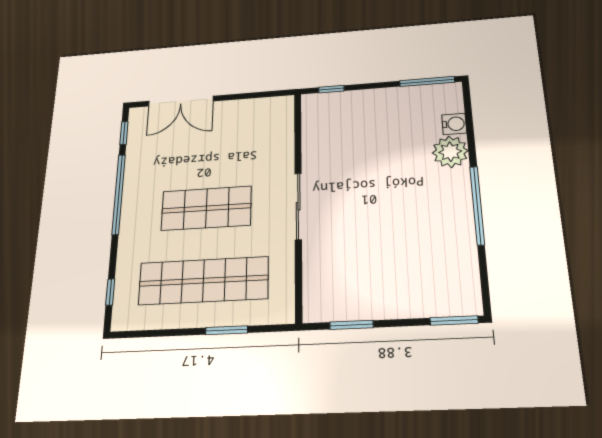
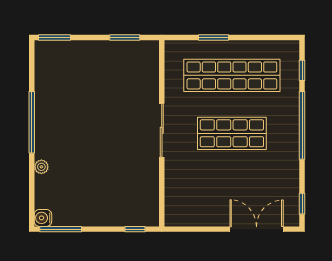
water cooler: (454, 124) -> (43, 218), moved
plant: (450, 152) -> (41, 167), width x0.53, depth x0.53
window: (119, 194) -> (302, 125), moved

